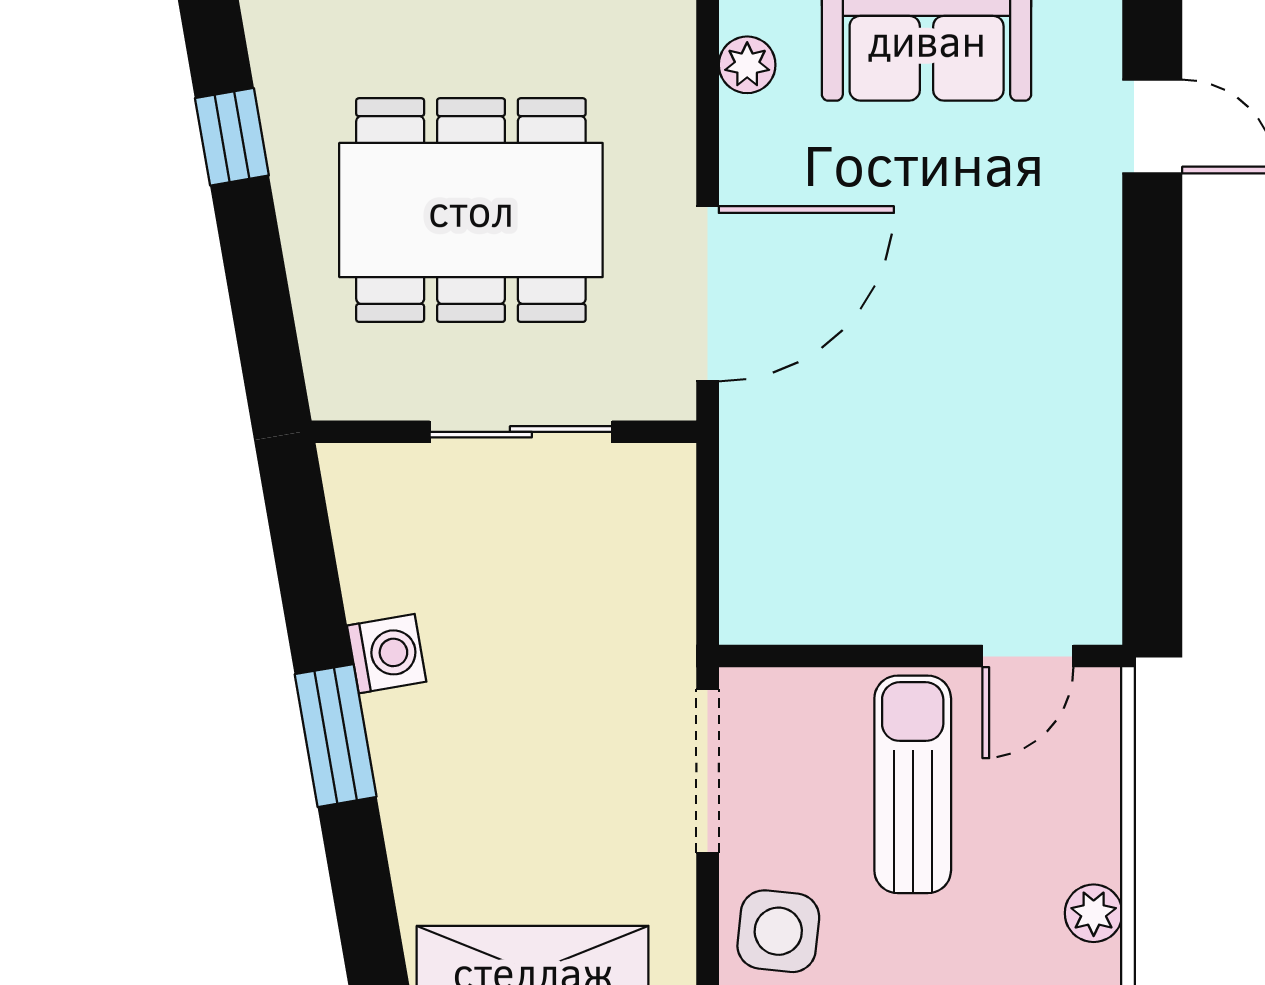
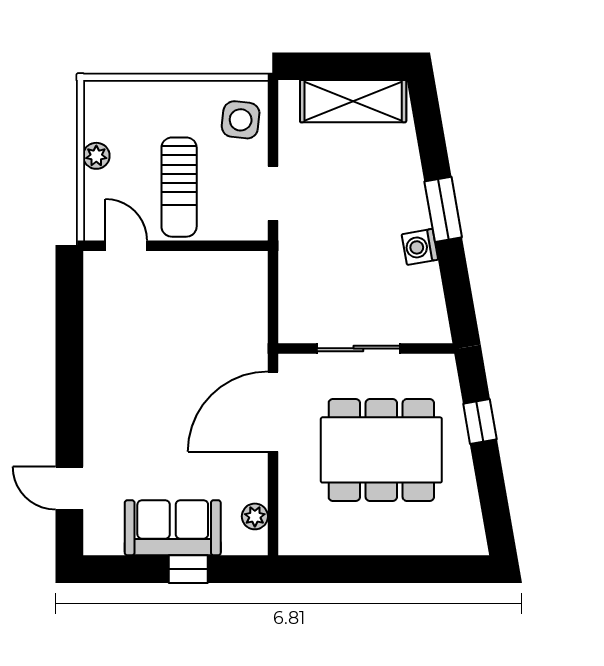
window: (232, 137) -> (480, 421), moved
door: (1028, 656) -> (126, 246), hinge flipped
doorway: (708, 771) -> (273, 193), width x0.73
plant: (1094, 913) -> (96, 156), moved

